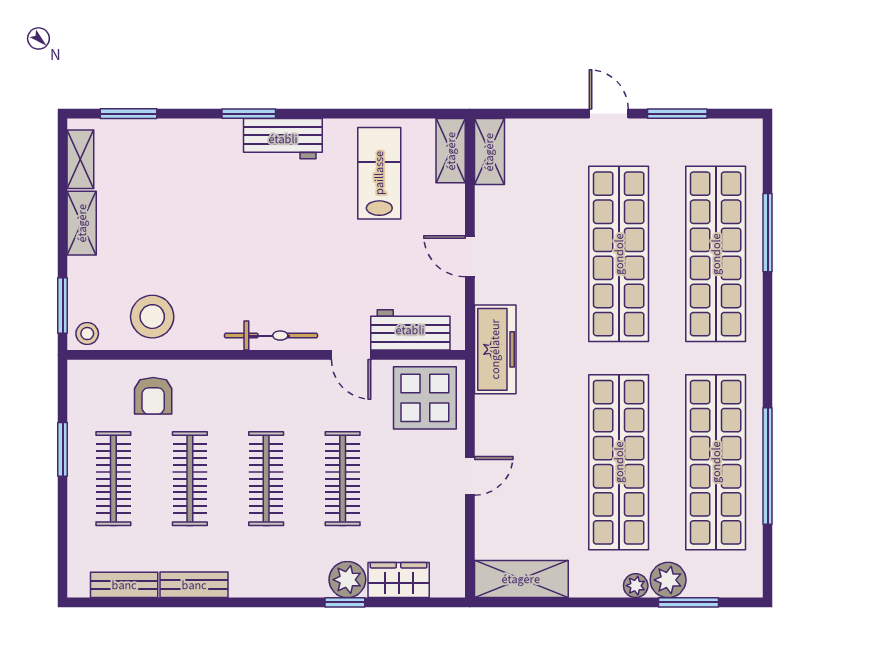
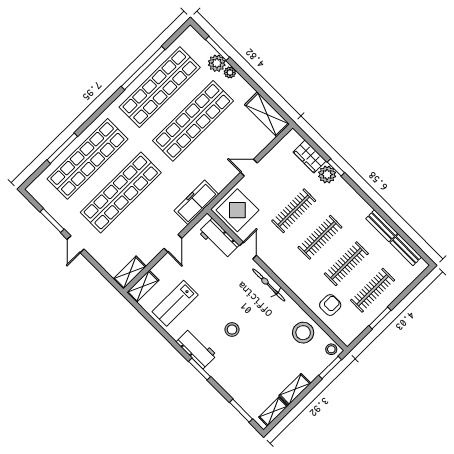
stool: (259, 218) -> (232, 330), added

